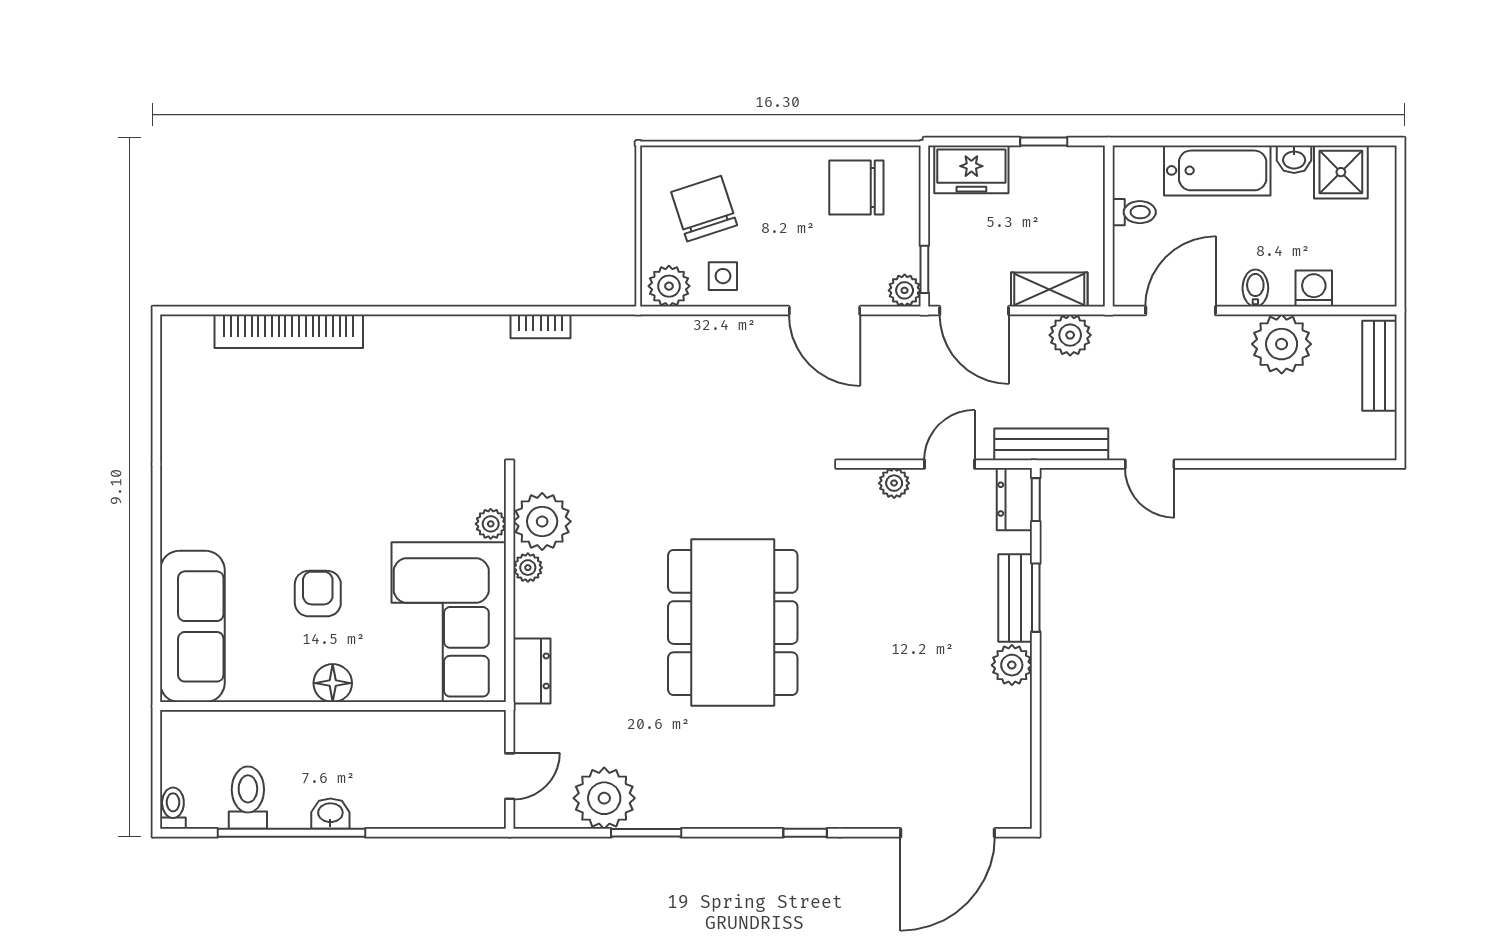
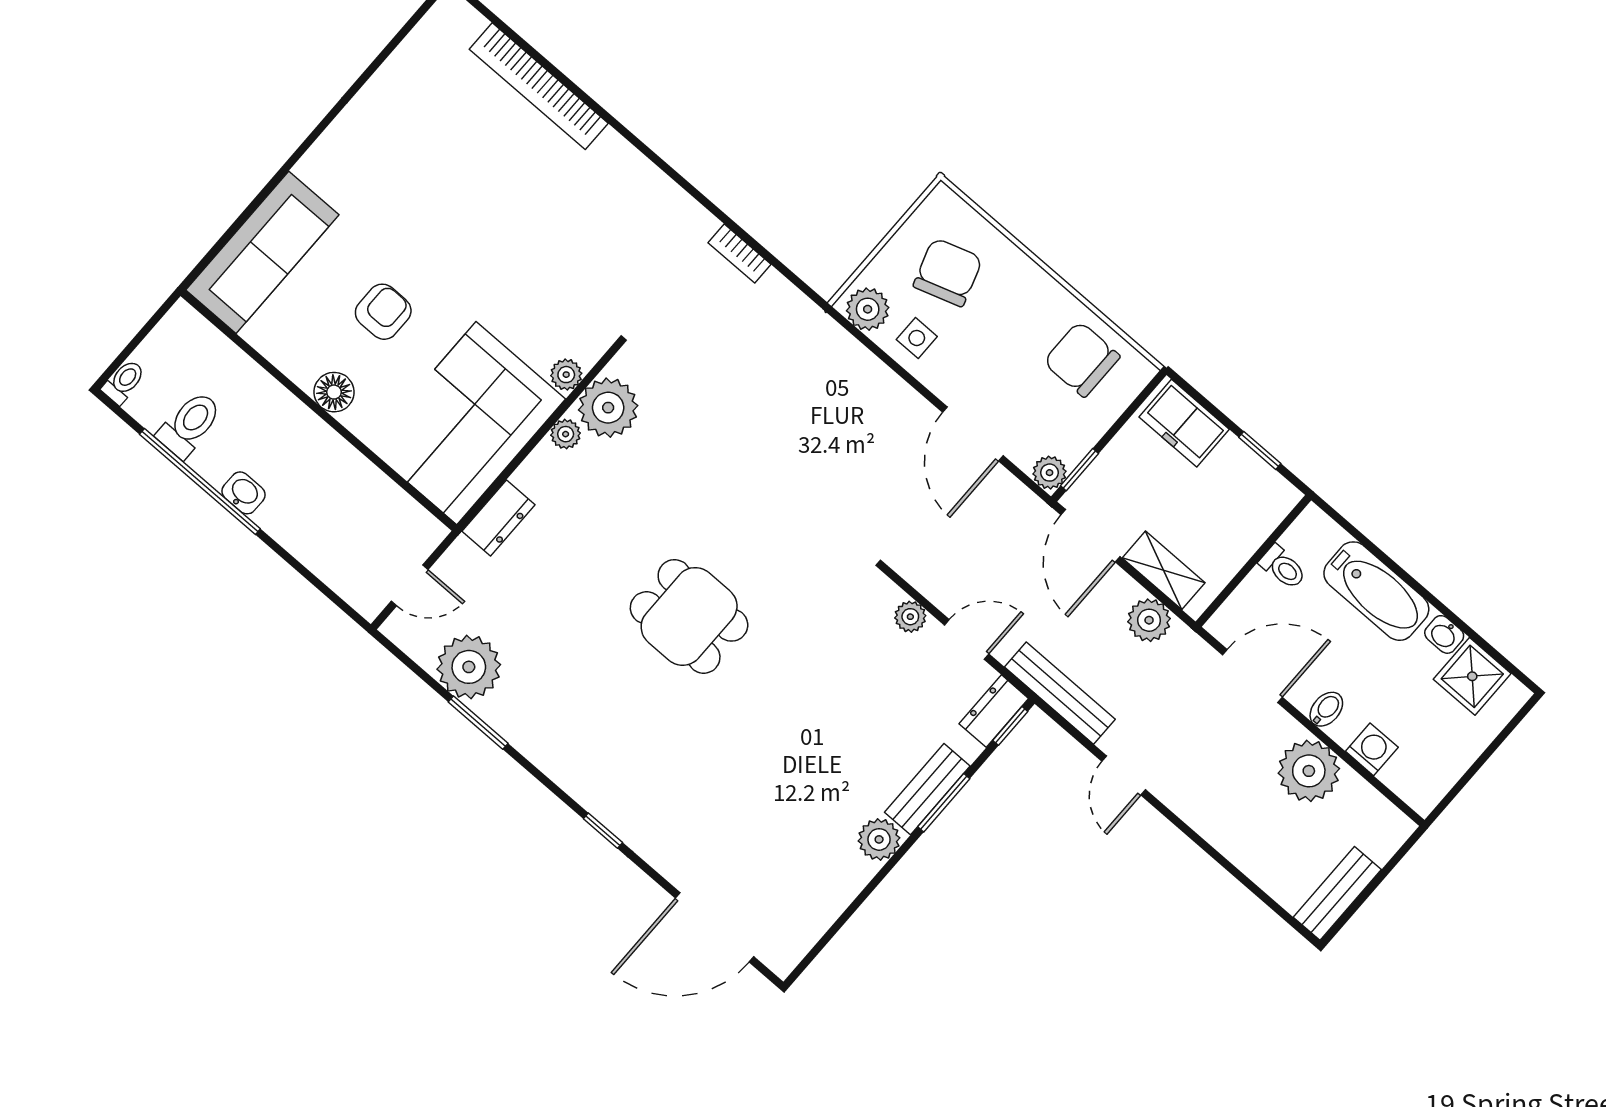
bench: (1380, 366) -> (1337, 893), moved
dining table: (733, 623) -> (689, 616), width x0.53, depth x0.80

